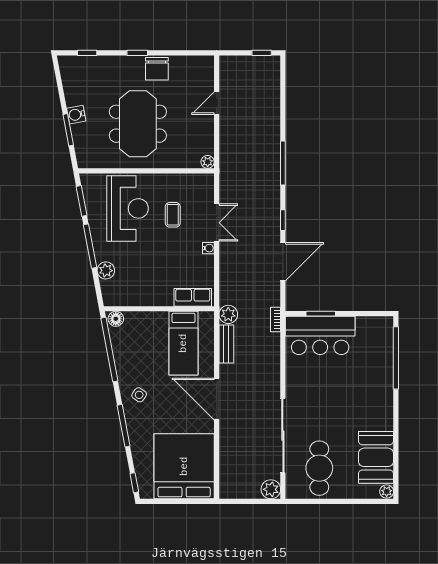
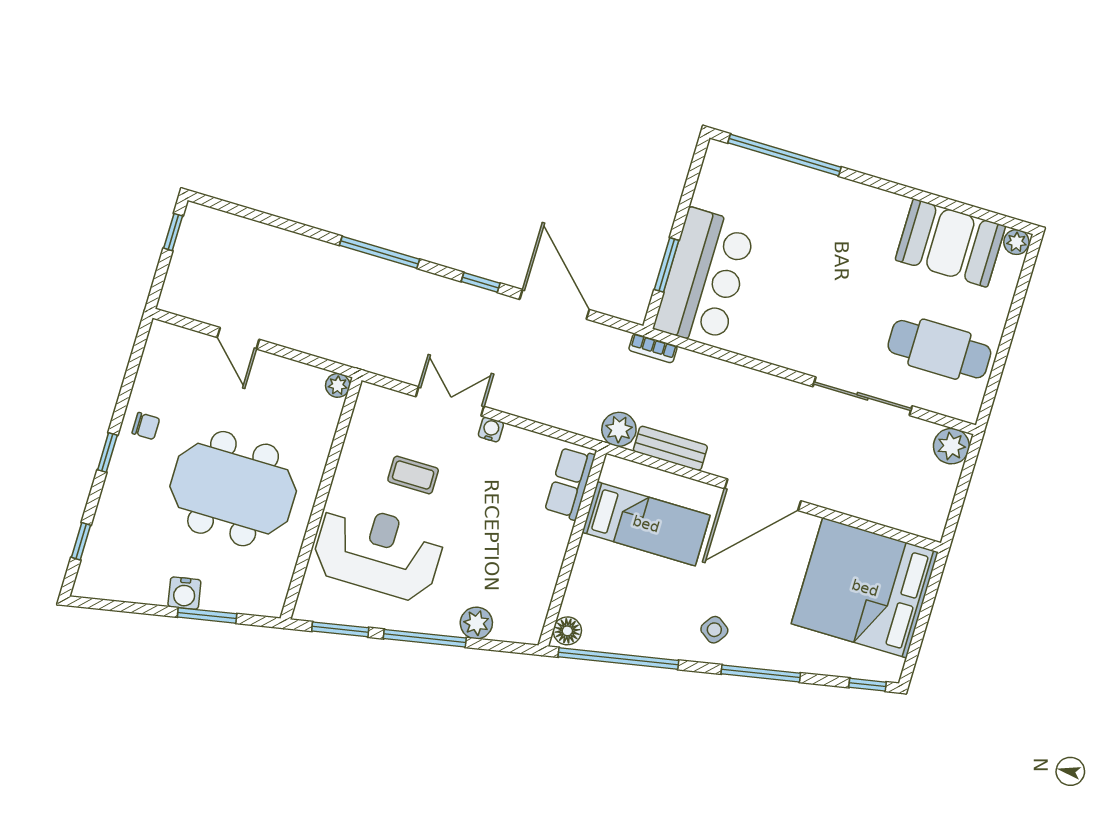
chair: (157, 69) -> (146, 426), width x0.54, depth x0.54
sliding door: (283, 436) -> (863, 396), width x0.73

